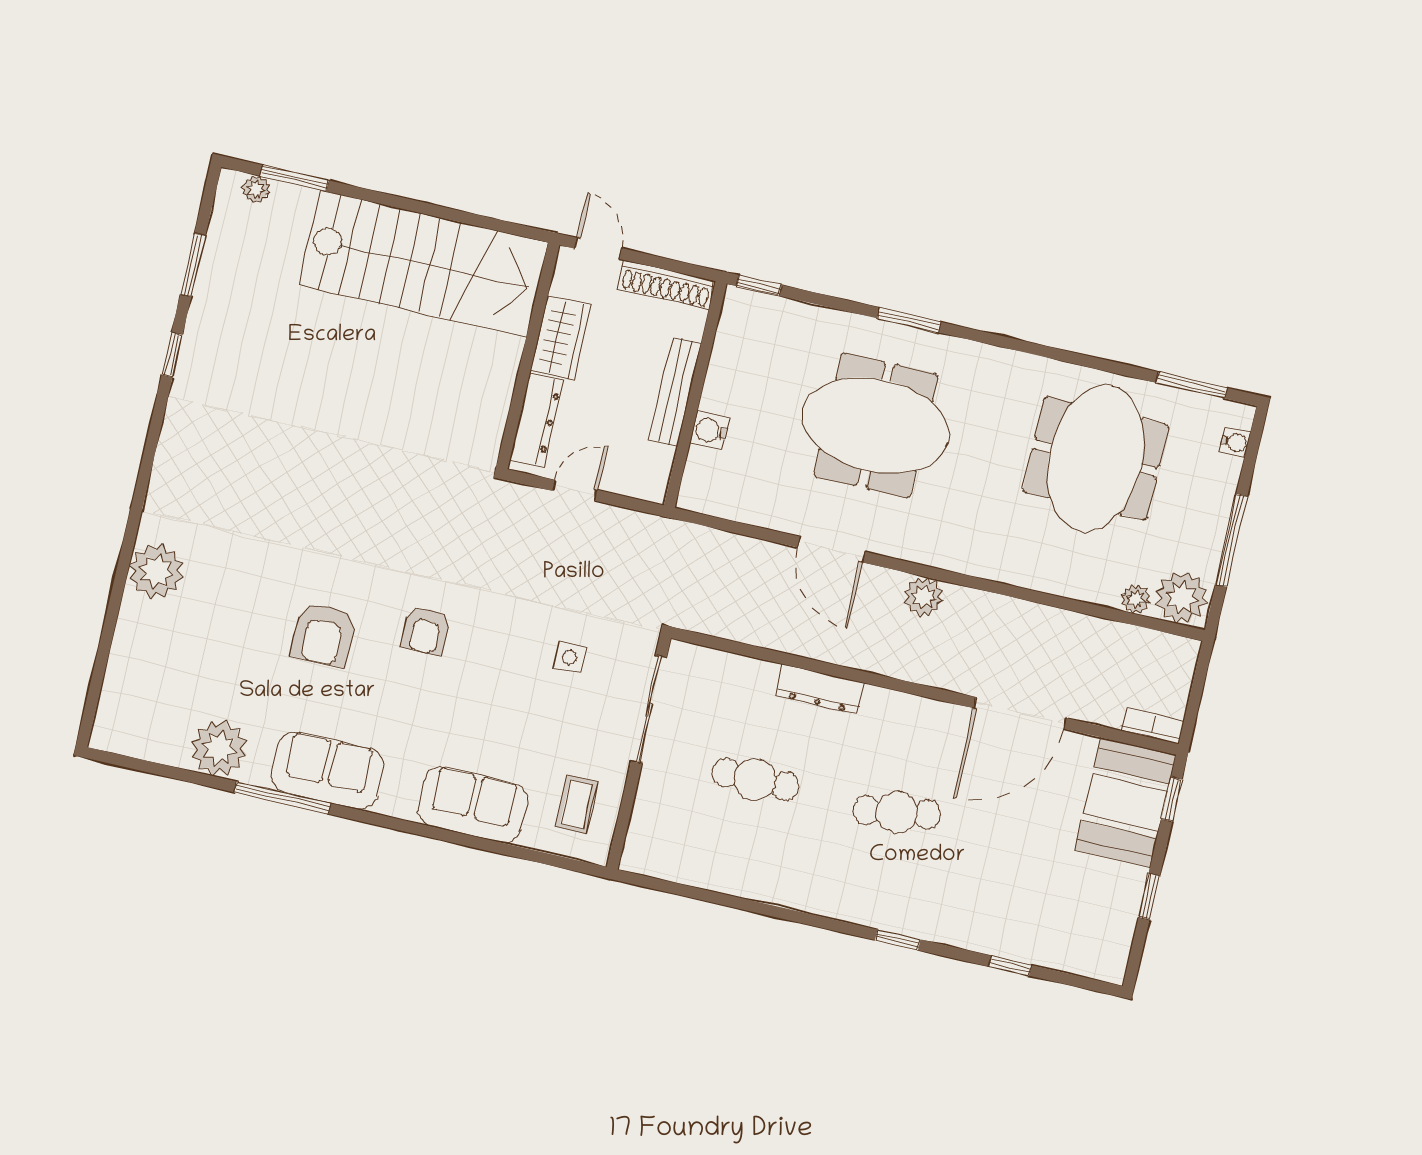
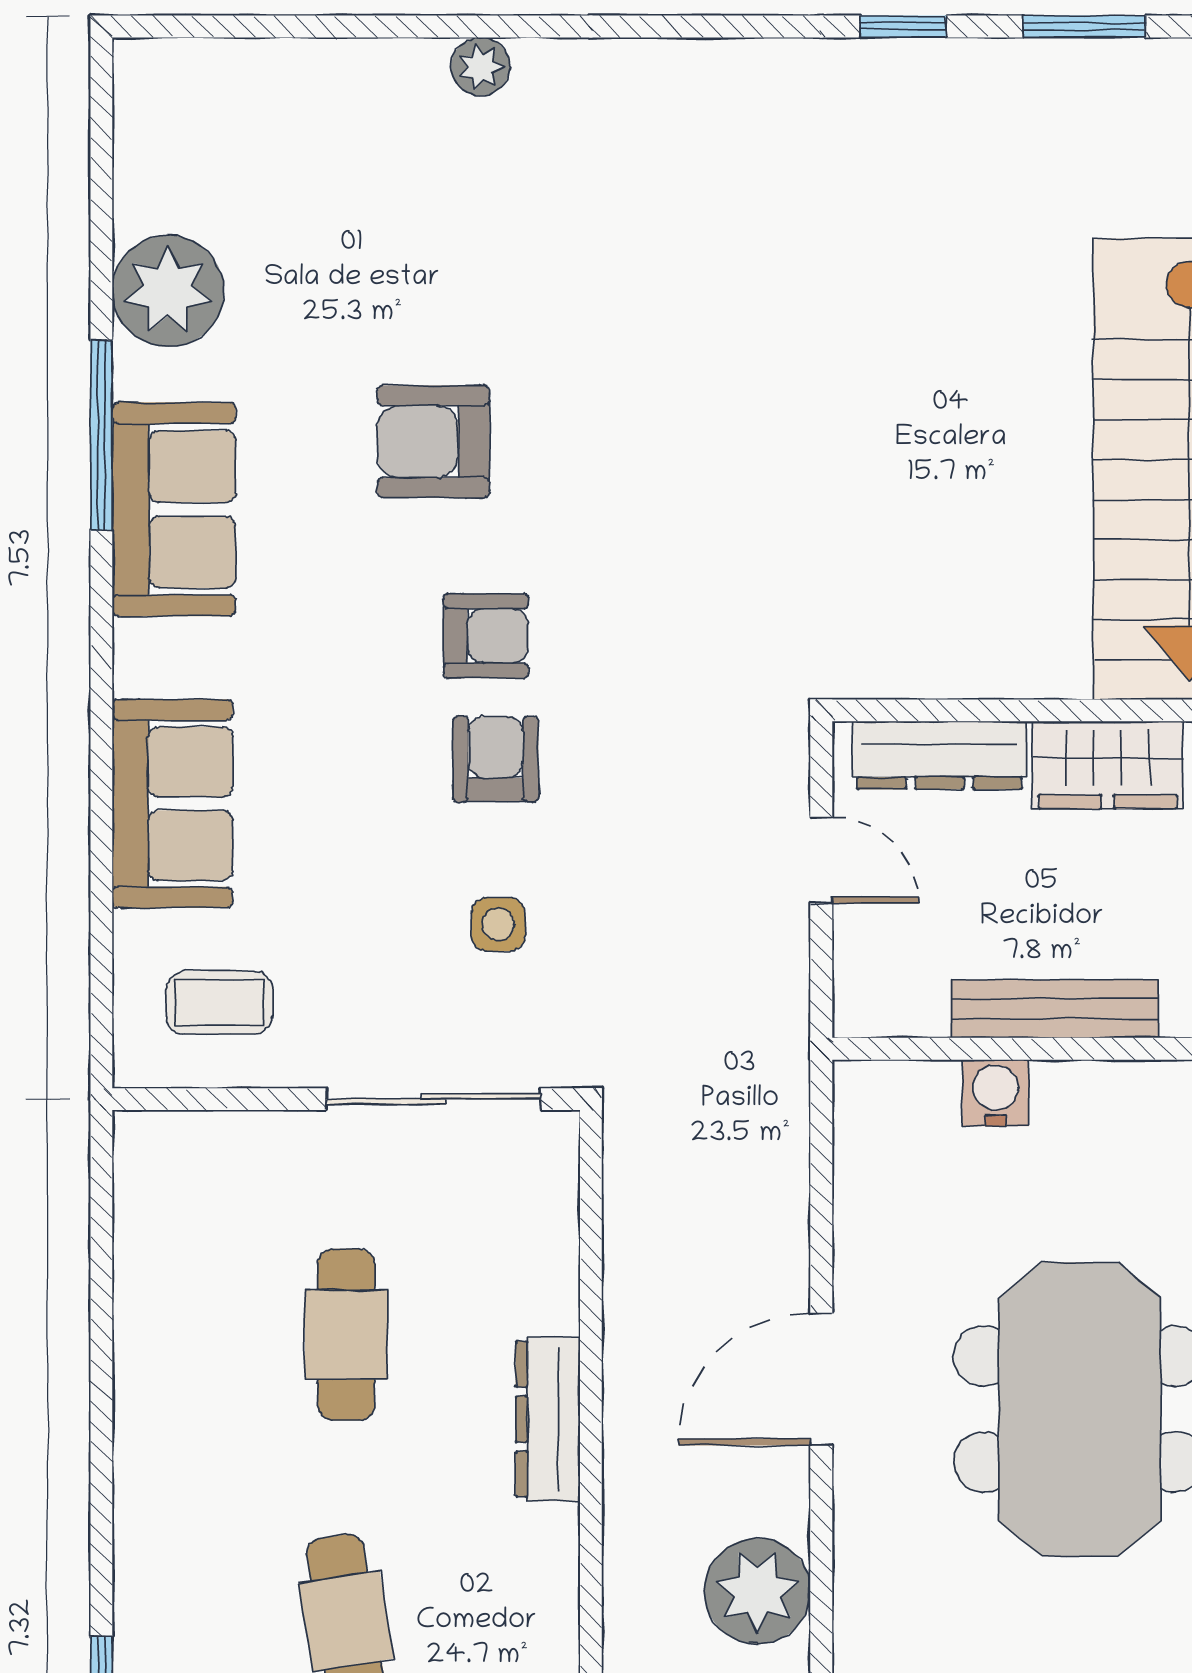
plant: (156, 571) -> (480, 67), width x0.53, depth x0.53
plant: (924, 597) -> (757, 1591), width x1.36, depth x1.36
armchair: (426, 631) -> (486, 636), turned 180
armchair: (488, 640) -> (496, 759), added

